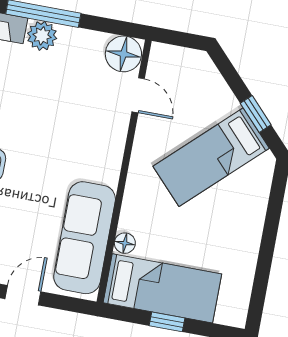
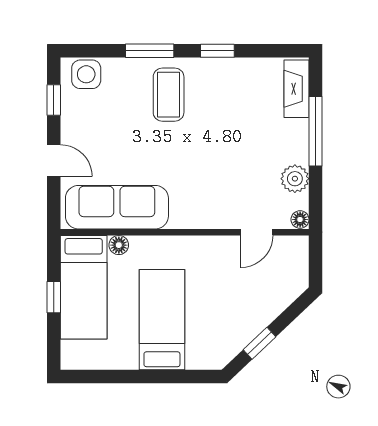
plant: (42, 36) -> (295, 179), moved
floor lamp: (123, 54) -> (300, 220), width x0.53, depth x0.53
bed: (211, 157) -> (162, 320), moved, turned 43

